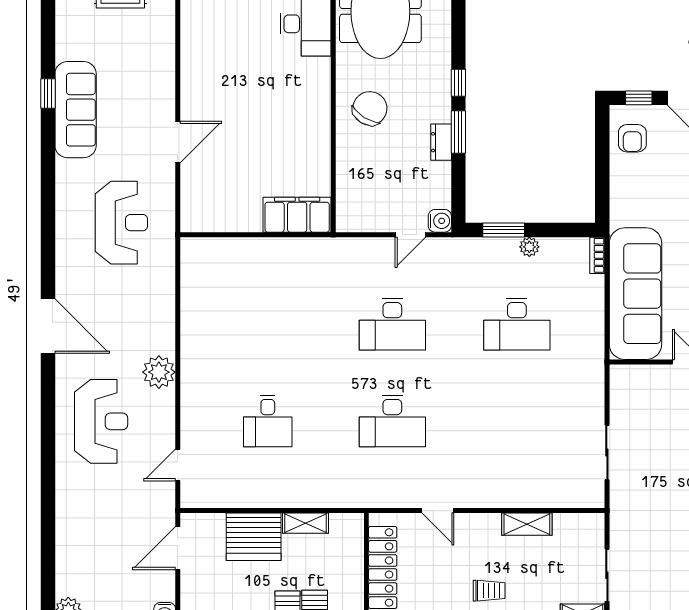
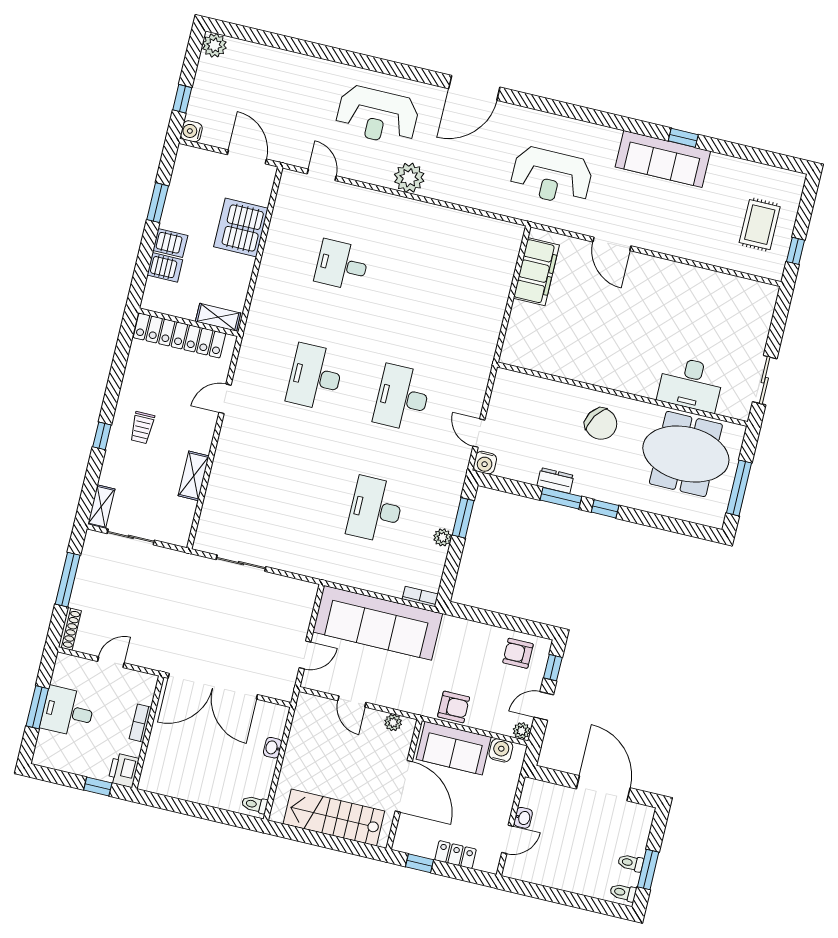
filing cabinet: (297, 215) -> (536, 272), moved
shelving: (305, 523) -> (218, 317), moved, turned 90

